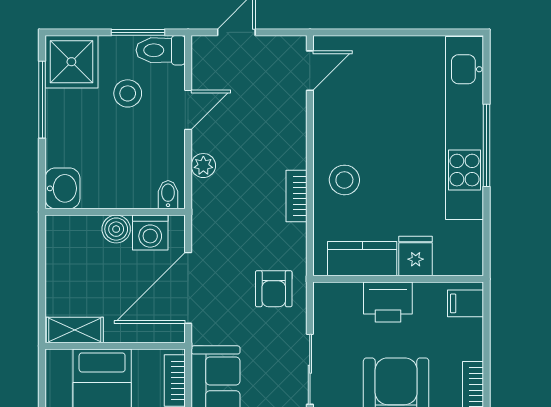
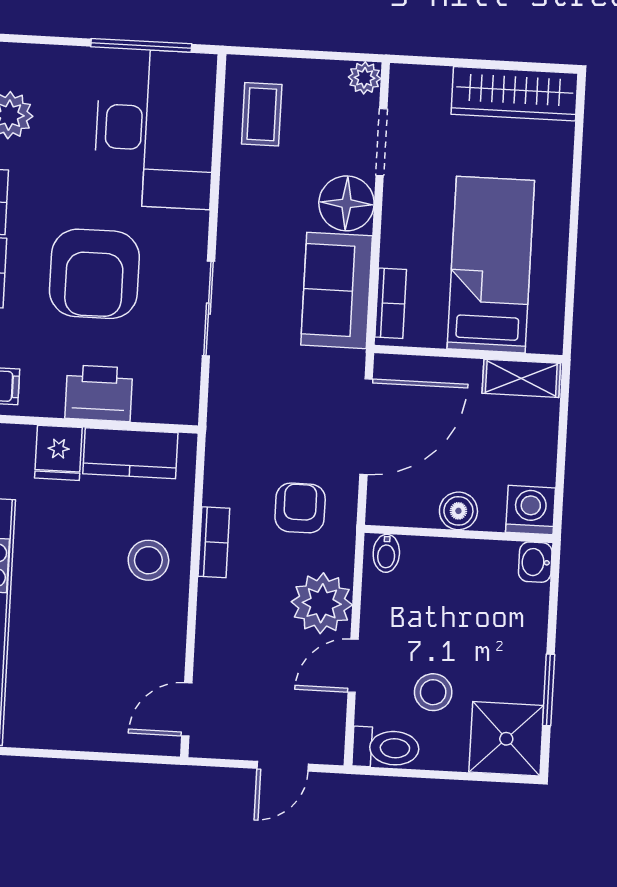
window: (138, 32) -> (415, 773), removed
window: (42, 100) -> (549, 690), width x0.69
plant: (203, 166) -> (322, 603), width x1.88, depth x1.88
washbasin: (62, 188) -> (535, 562), width x0.72, depth x0.69
washing machine: (150, 233) -> (531, 510), moved
armchair: (274, 289) -> (300, 508), moved

